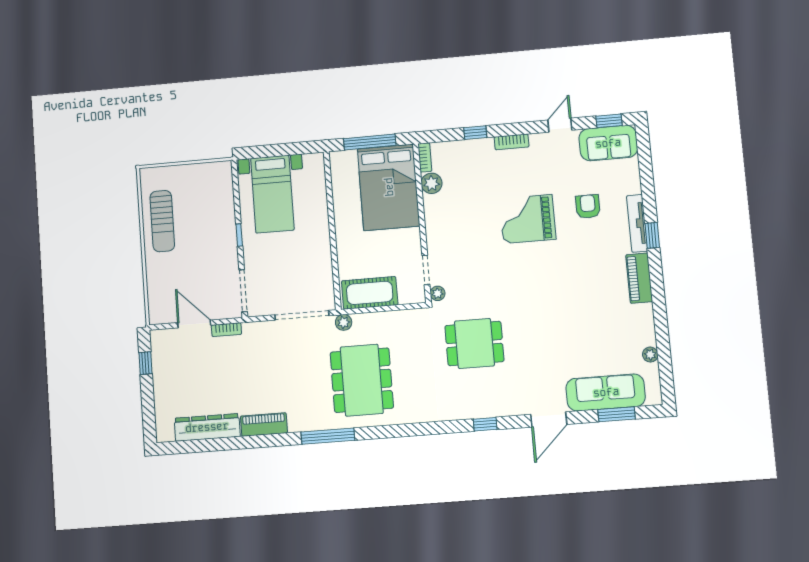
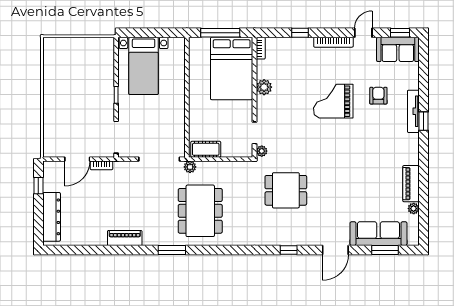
bookcase: (512, 142) -> (333, 42), width x1.56
plant: (432, 183) -> (264, 87), moved
sun lounger: (162, 221) -> (58, 79), removed
piano: (639, 278) -> (411, 184), moved
cot: (370, 293) -> (206, 149), width x0.73, depth x0.75
door: (194, 324) -> (77, 159), swing flipped
dresser: (207, 427) -> (52, 217), moved, turned 90
window: (328, 436) -> (172, 250), width x0.69

